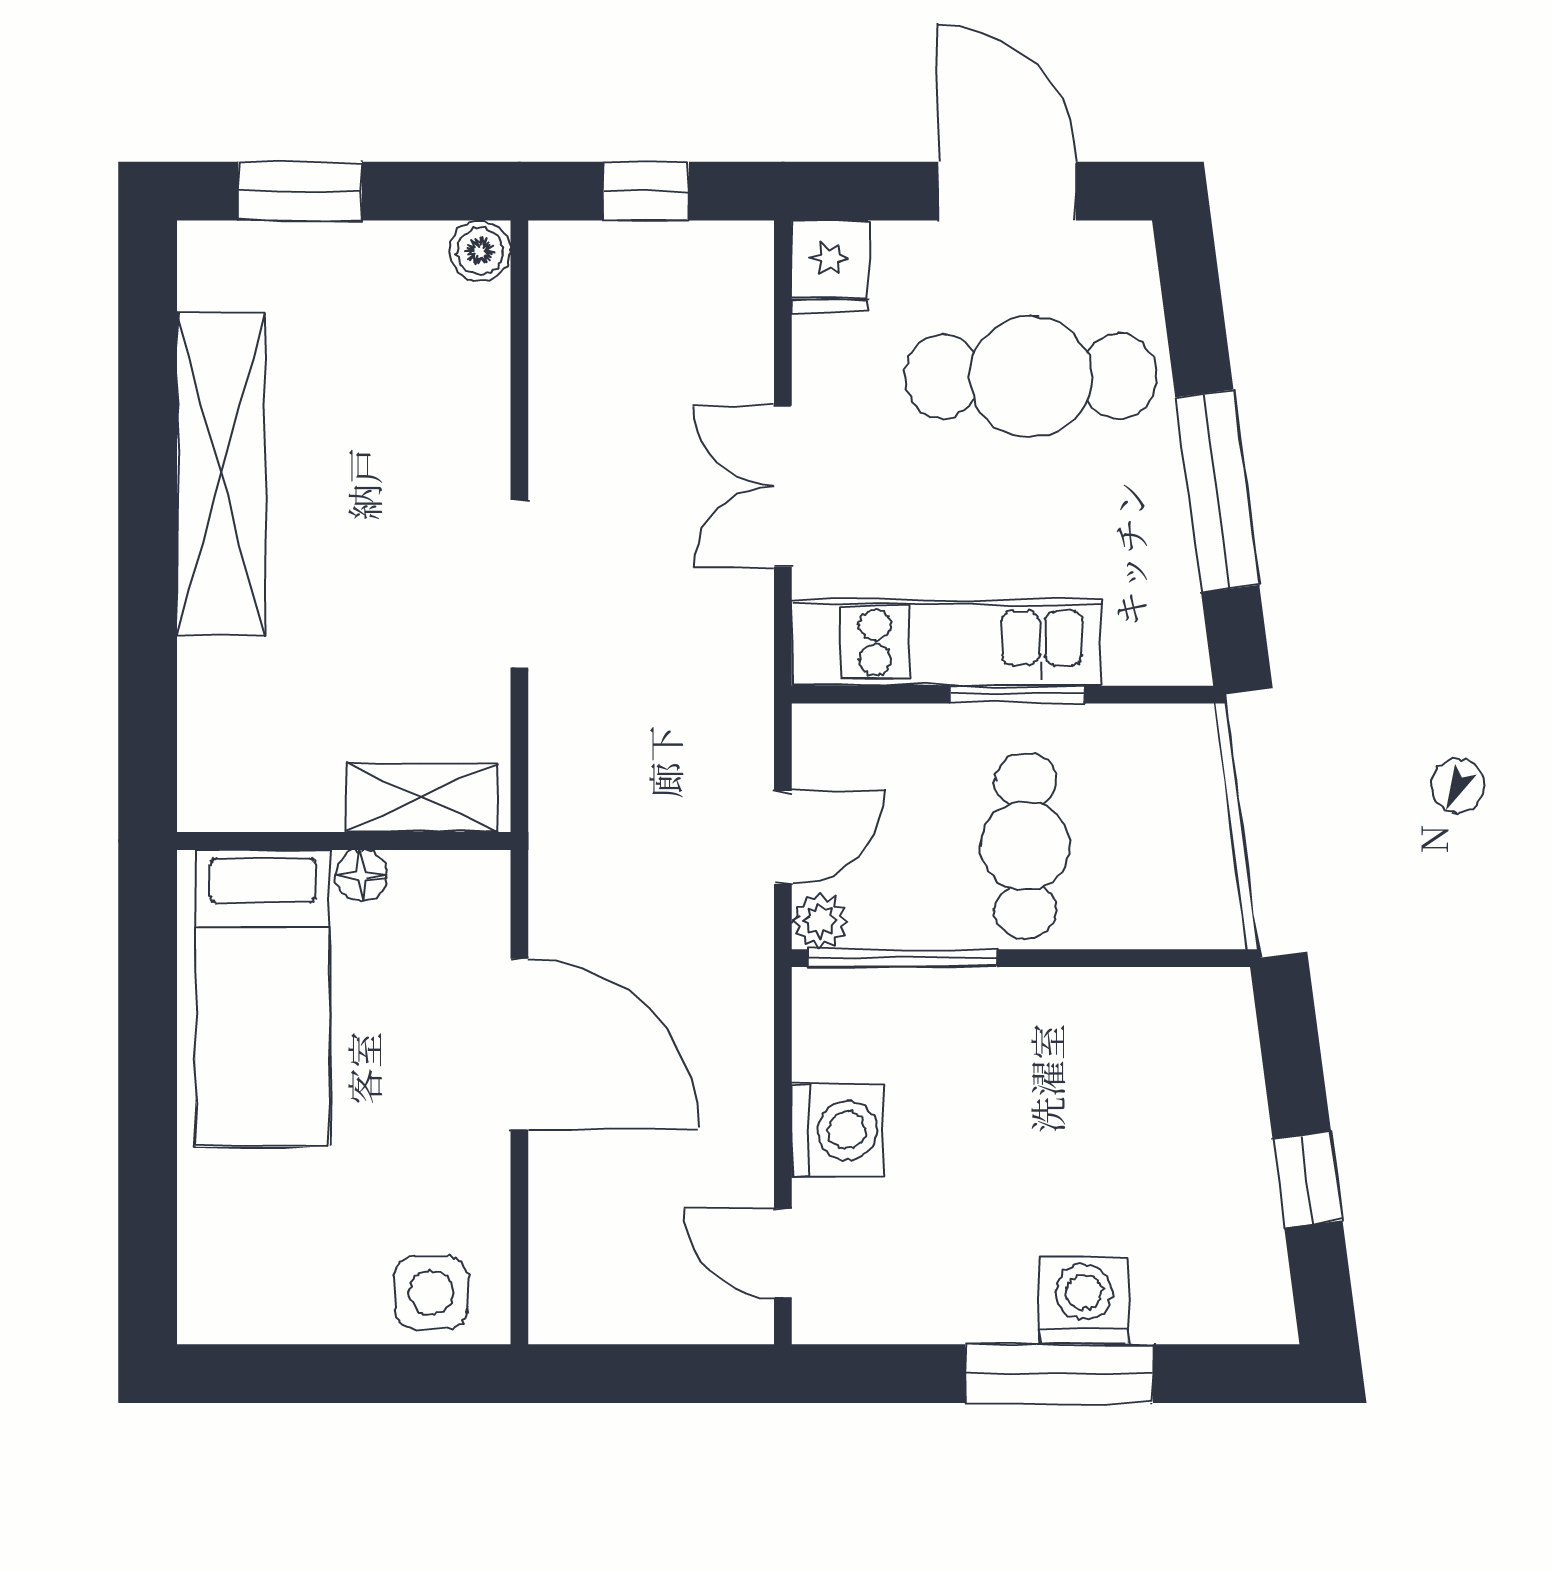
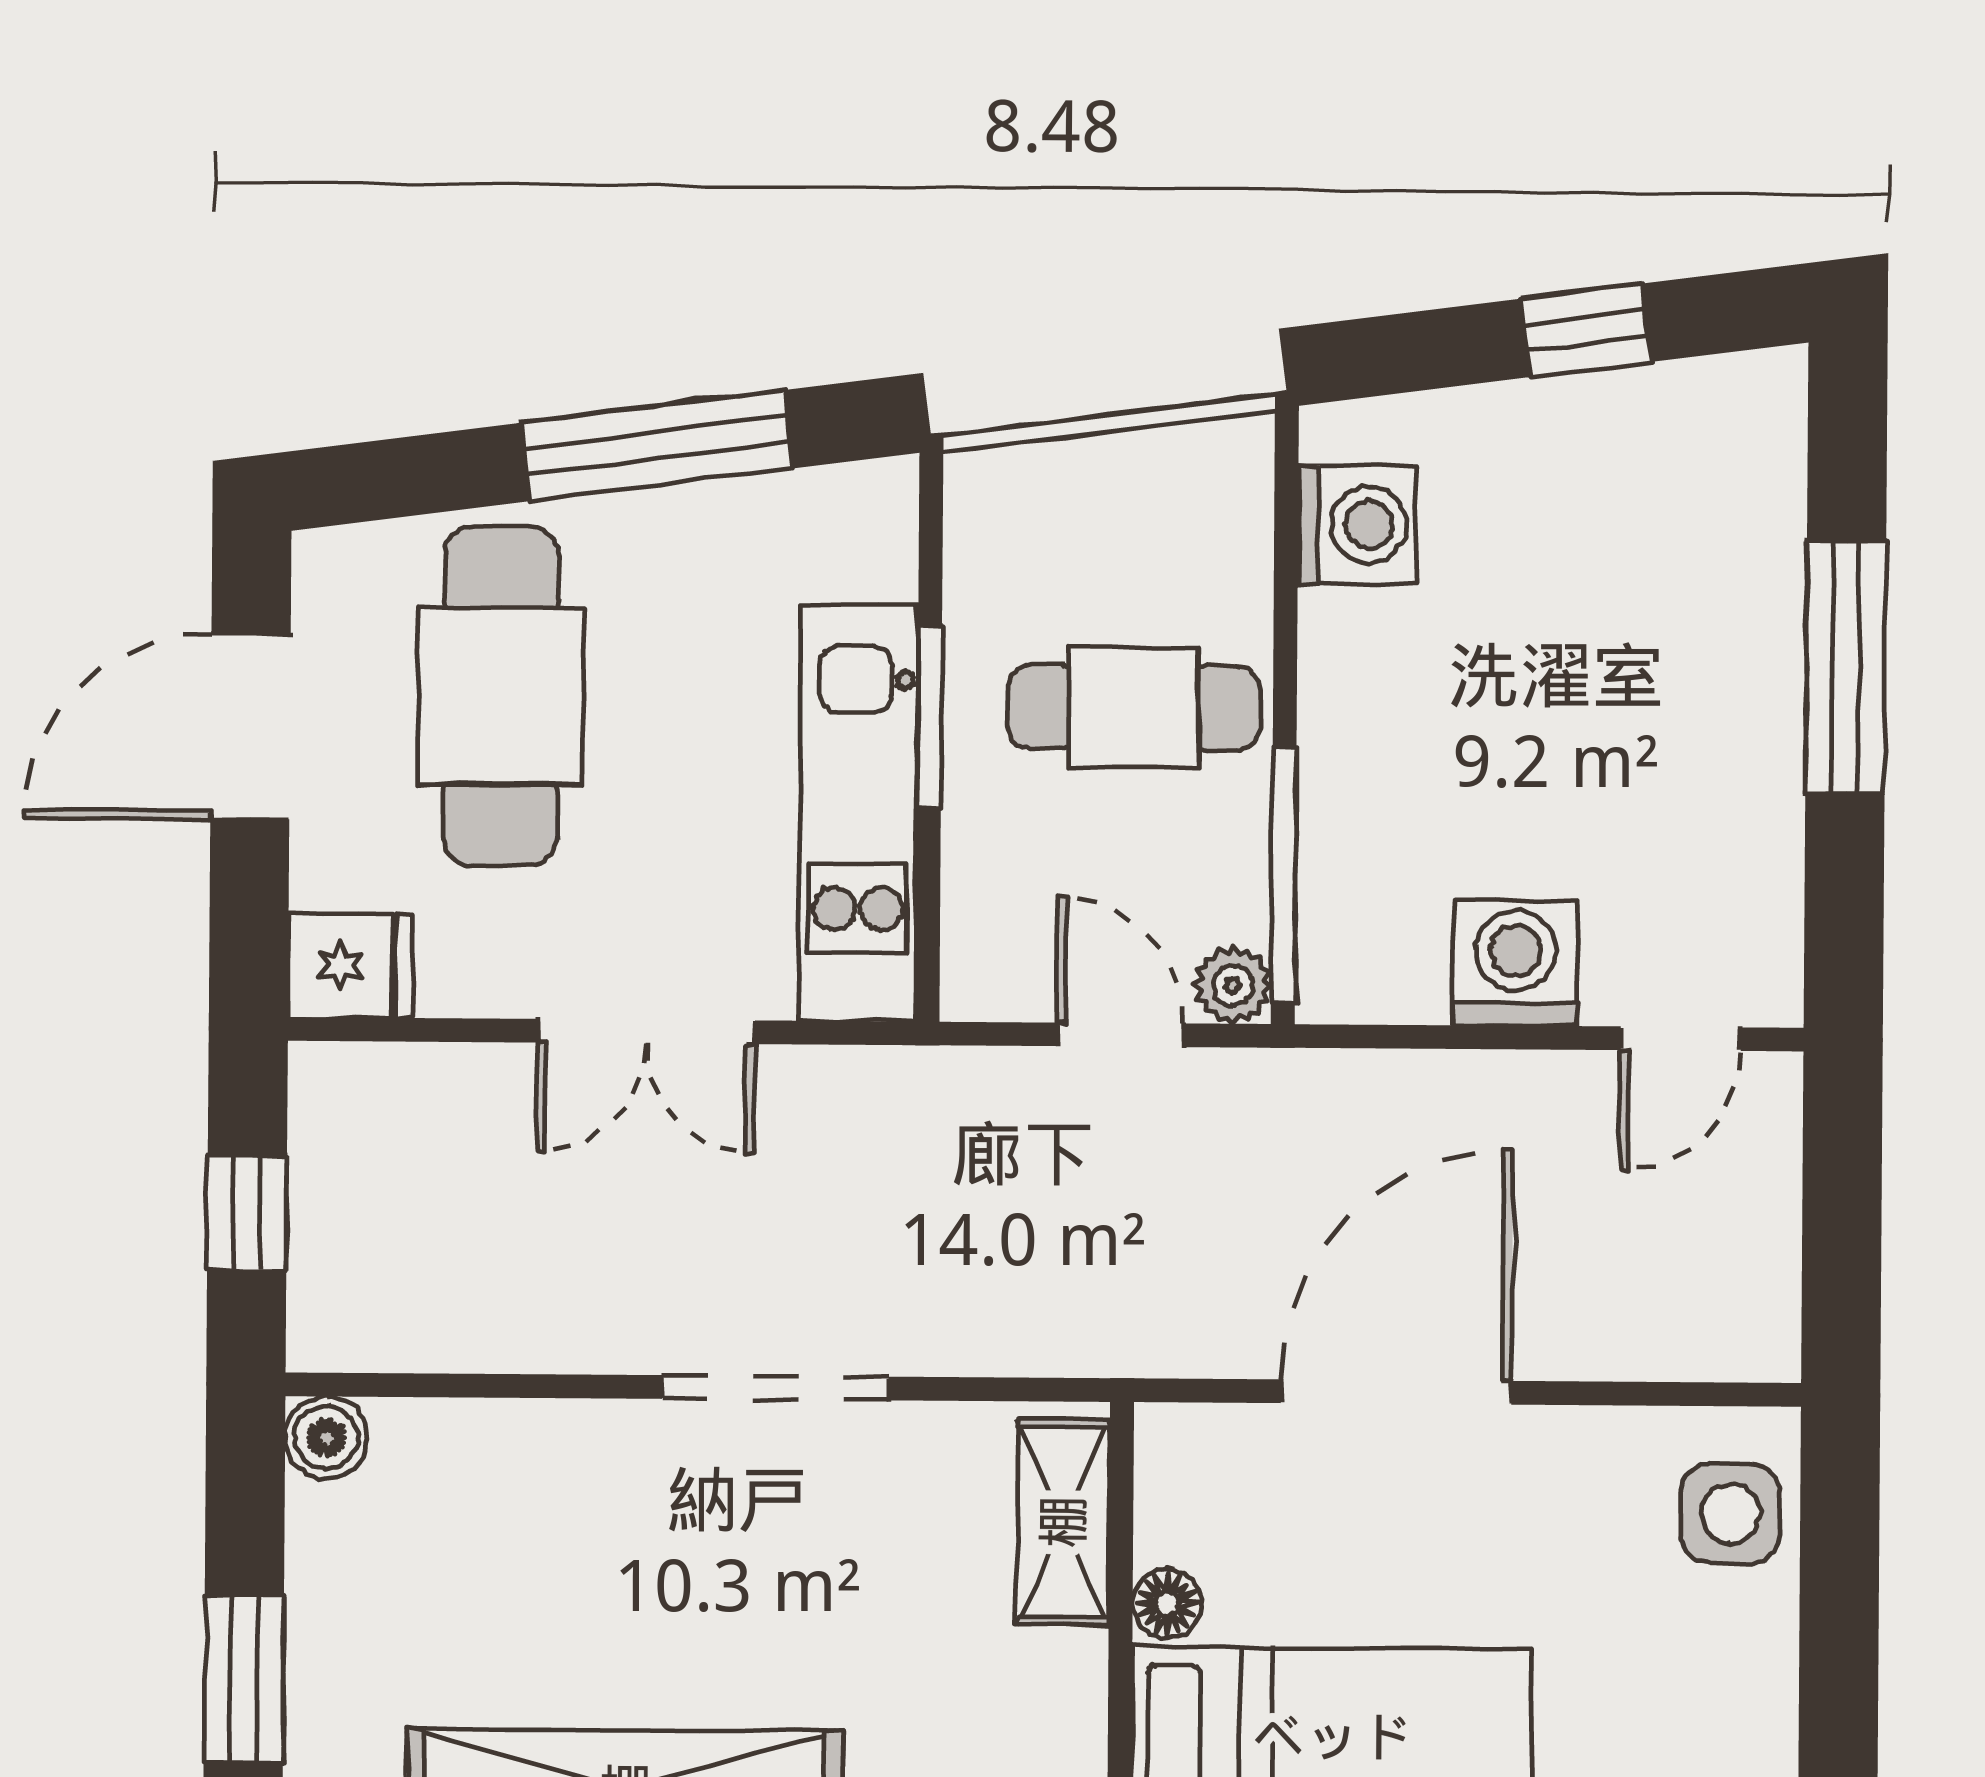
washing machine: (1084, 1301) -> (1357, 525), moved, turned 180

